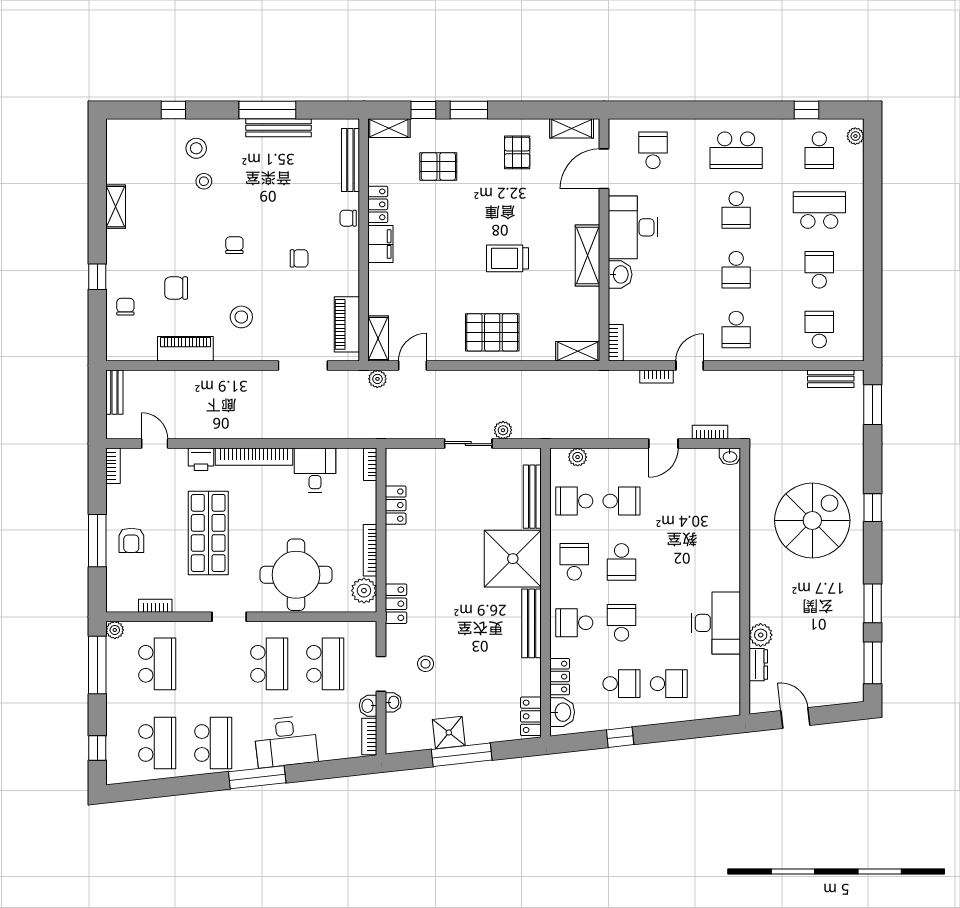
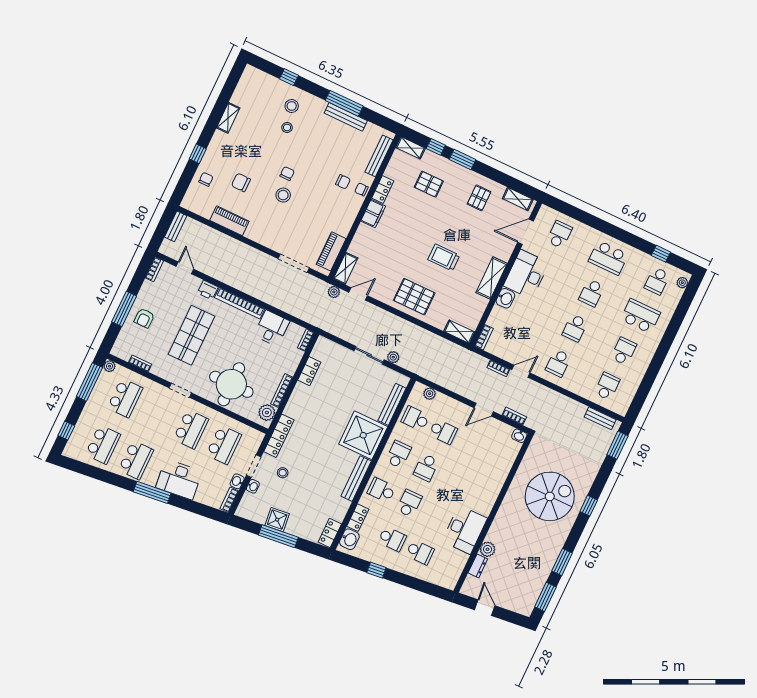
chair: (299, 258) -> (343, 182), moved
stool: (241, 317) -> (283, 195), moved
locker: (396, 604) -> (279, 436), width x1.53

